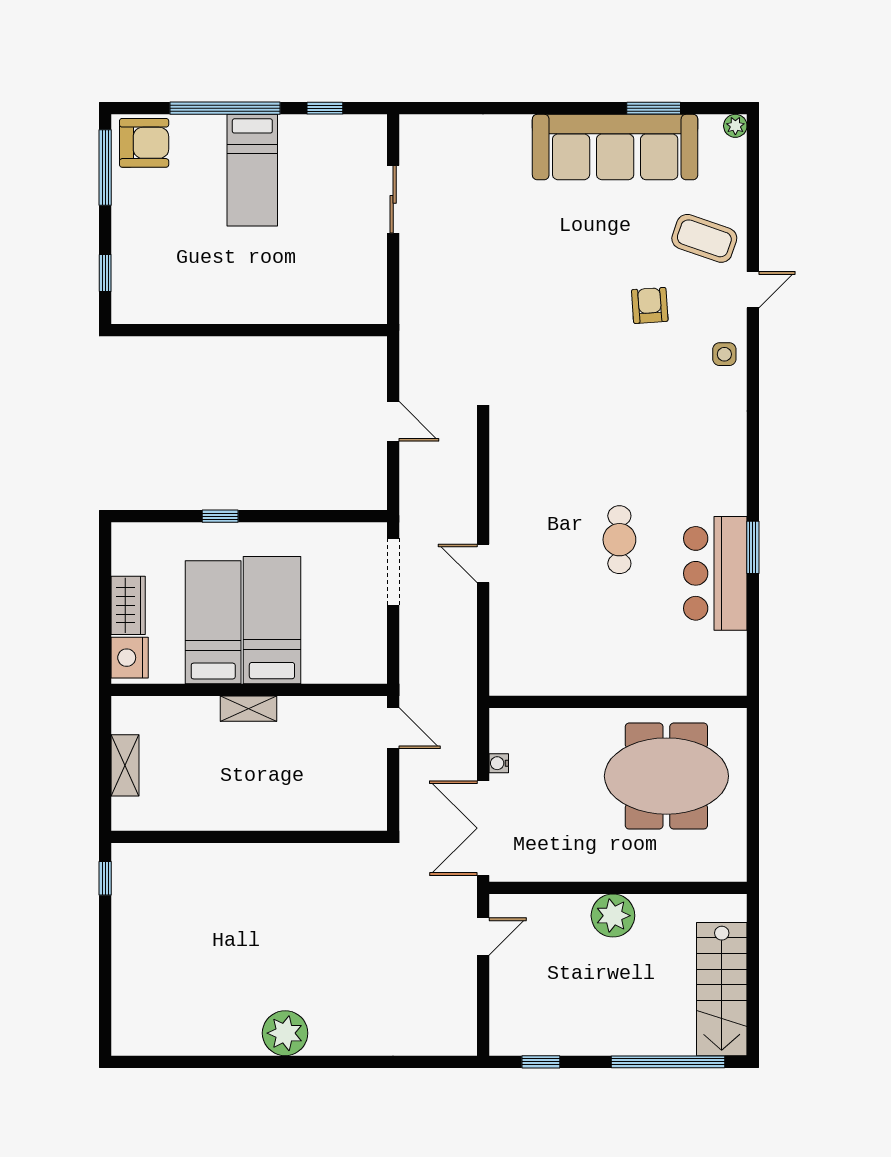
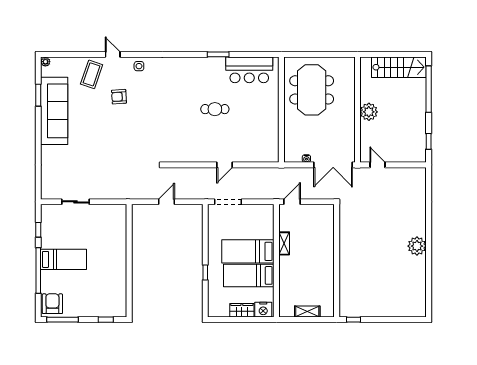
bar counter: (715, 573) -> (249, 70), moved
shelving: (248, 709) -> (284, 243), moved

